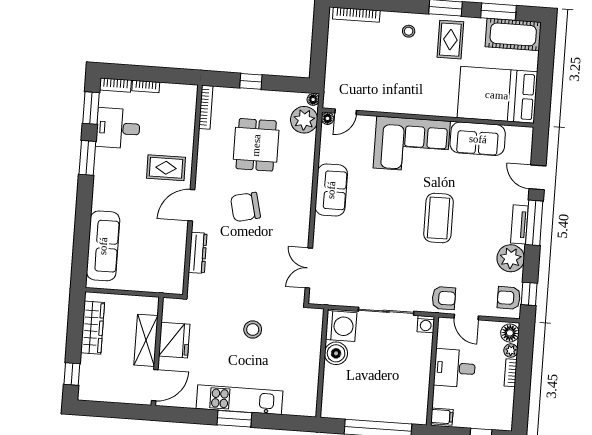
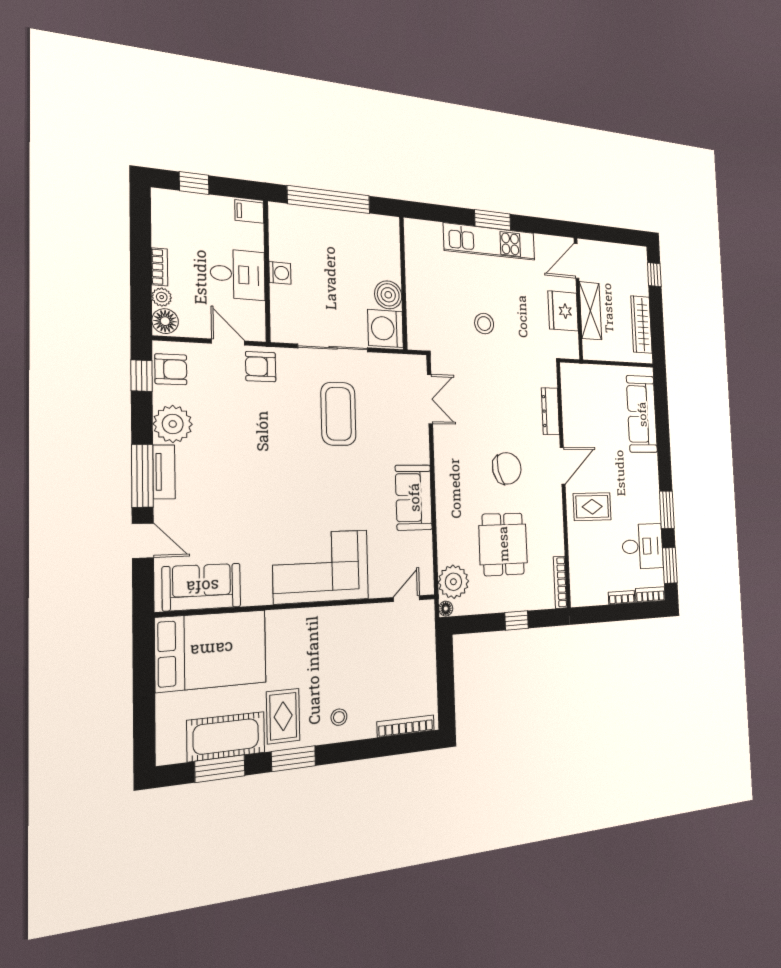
cot: (513, 34) -> (226, 736), moved
floor lamp: (328, 118) -> (427, 587), removed
sofa: (478, 139) -> (202, 587), moved
coffee table: (439, 218) -> (338, 414), moved
washing machine: (426, 324) -> (280, 273), moved, turned 90

